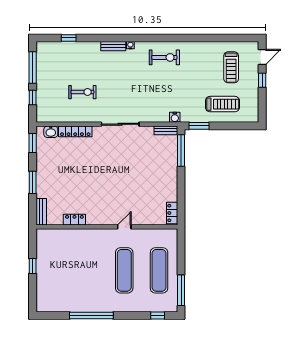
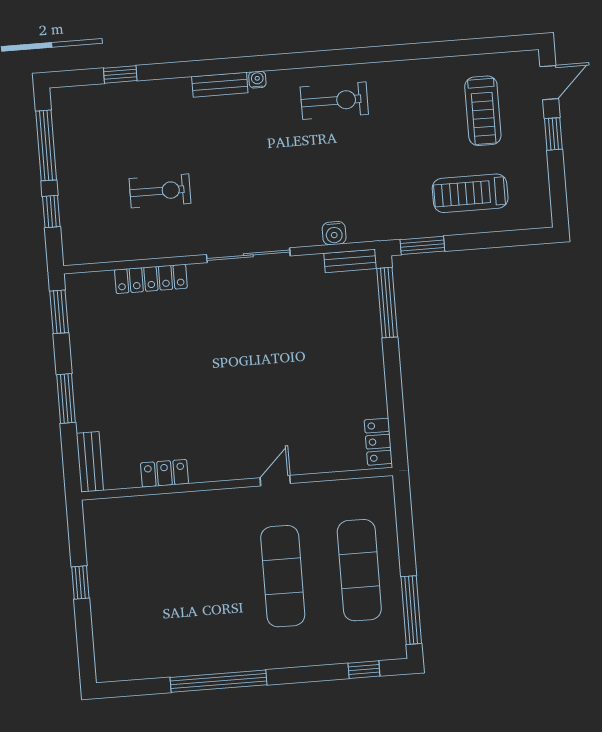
treadmill: (222, 104) -> (470, 193), turned 180
water cooler: (175, 117) -> (334, 233), moved
washbasin: (51, 132) -> (97, 284), removed

